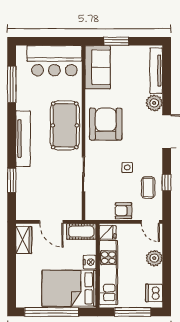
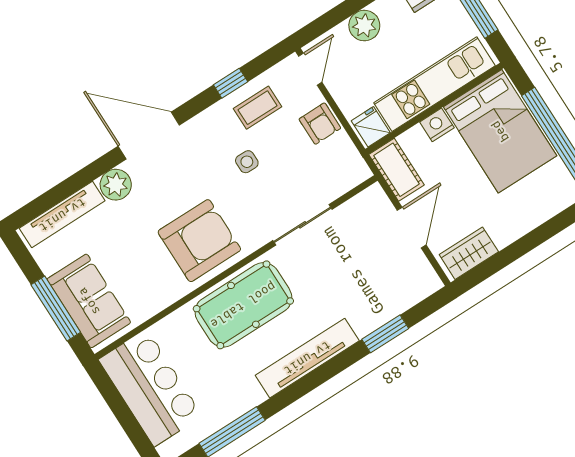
window: (116, 41) -> (56, 309), width x1.44
sofa: (98, 67) -> (89, 301), moved, turned 90
armchair: (106, 124) -> (199, 241), turned 180

